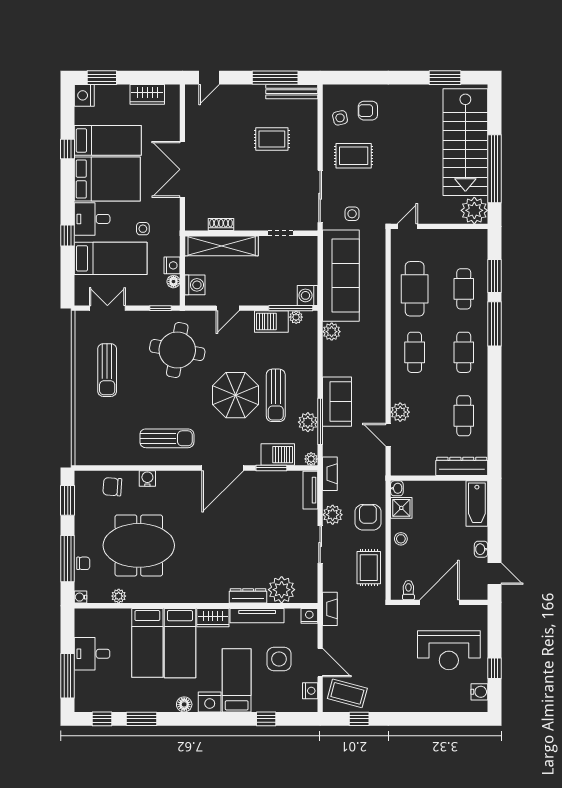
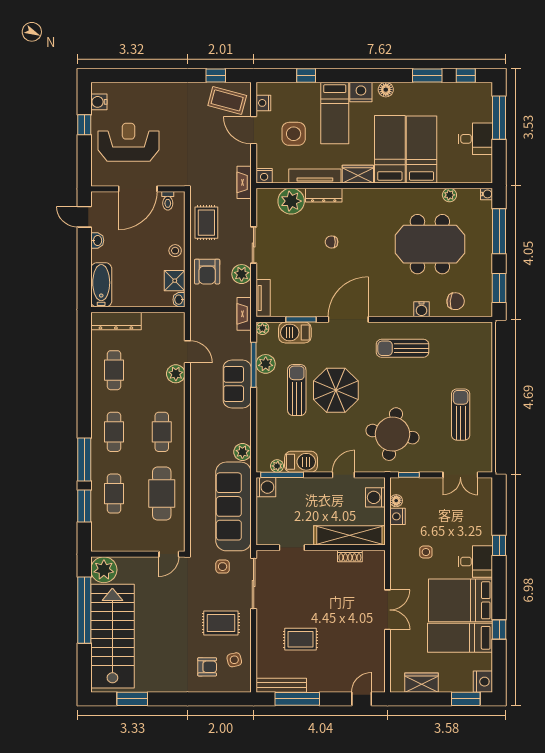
double door: (182, 169) -> (388, 610), width x0.73
bed: (111, 258) -> (457, 523), removed
chair: (83, 563) -> (332, 242), moved

